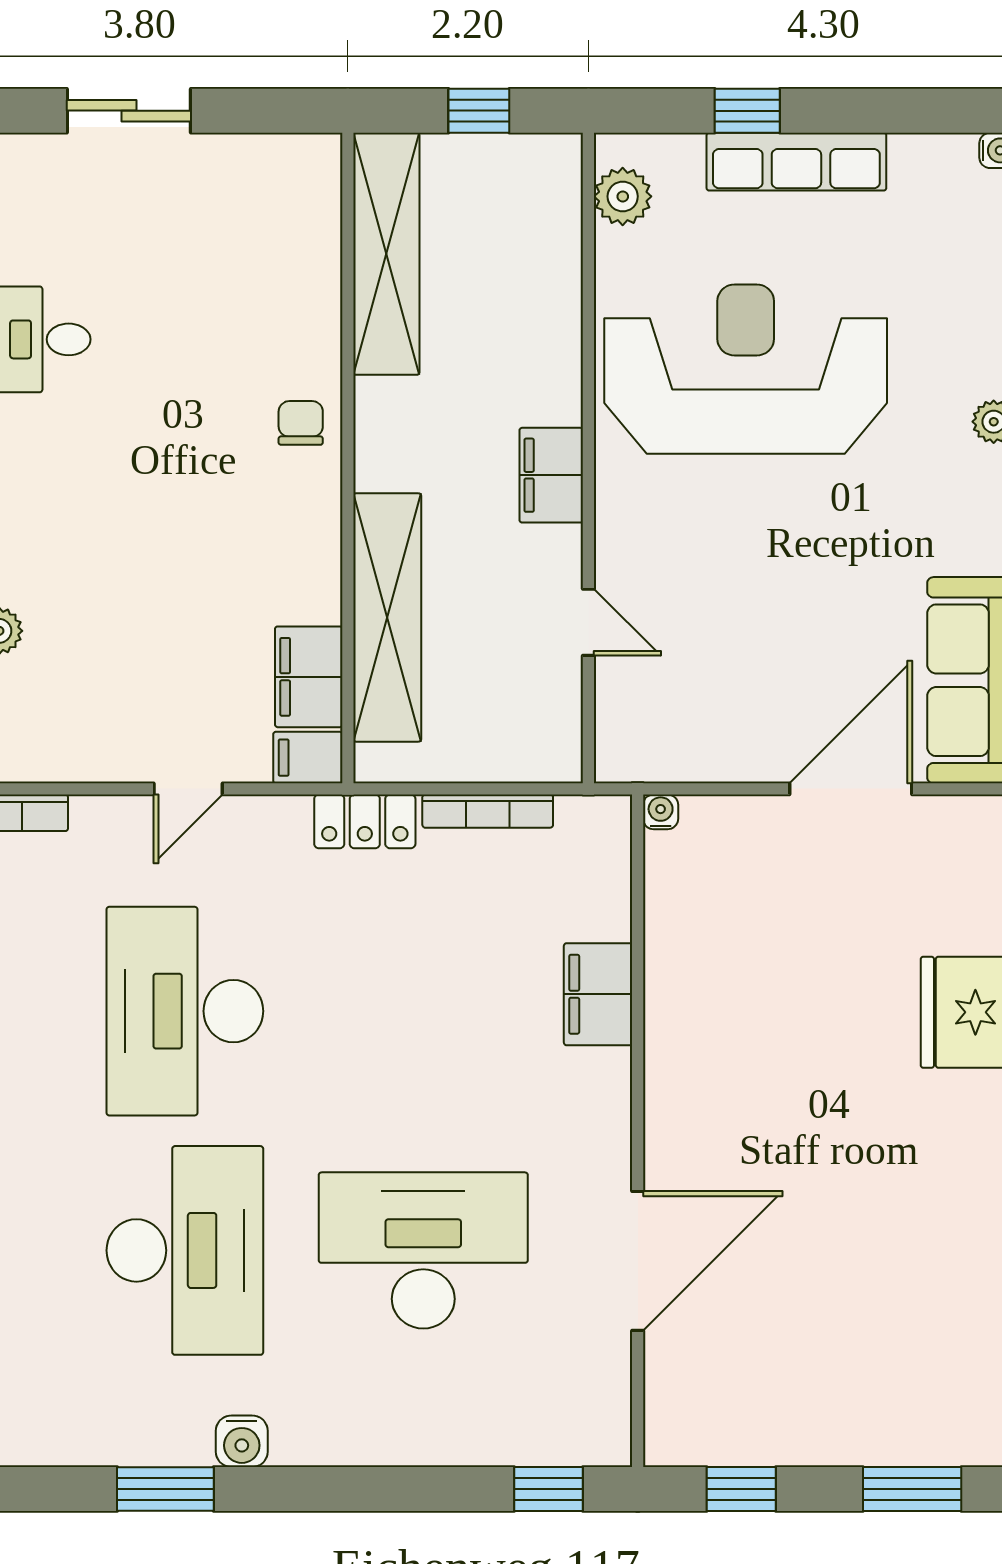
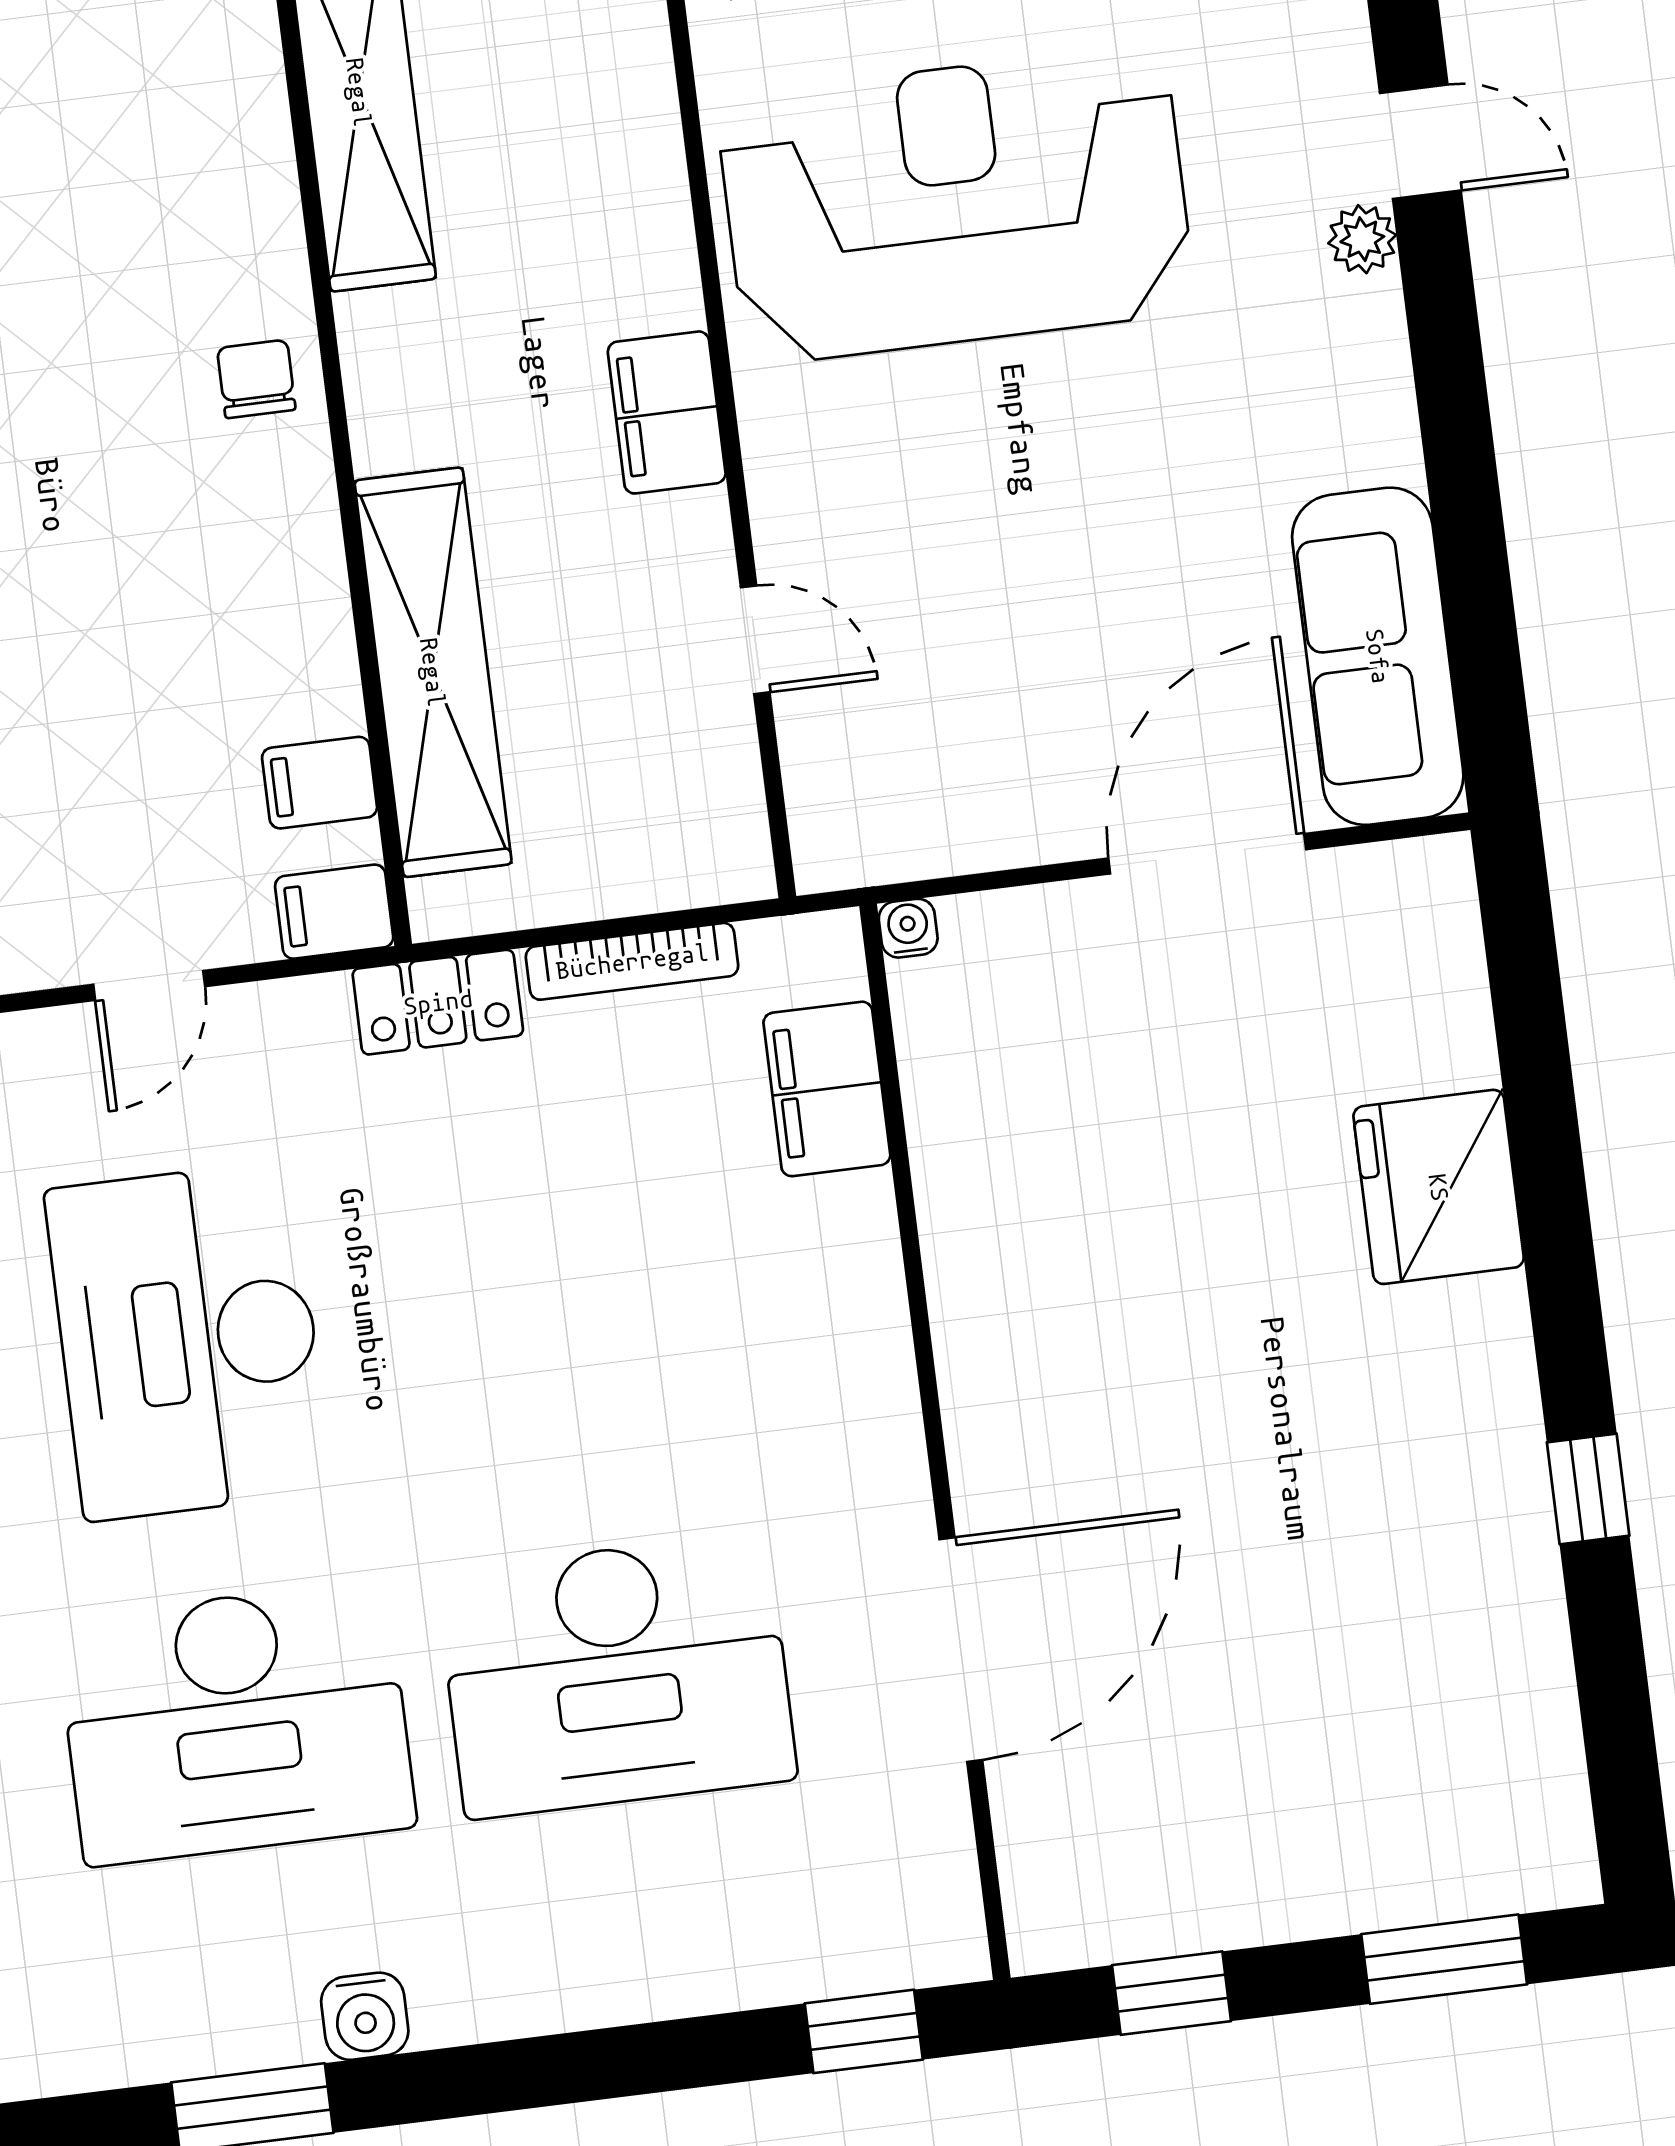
filing cabinet: (309, 677) -> (320, 783), width x0.50
filing cabinet: (598, 994) -> (827, 1089), moved
desk: (185, 1250) -> (236, 1723), turned 90
desk: (423, 1250) -> (616, 1675), turned 180

